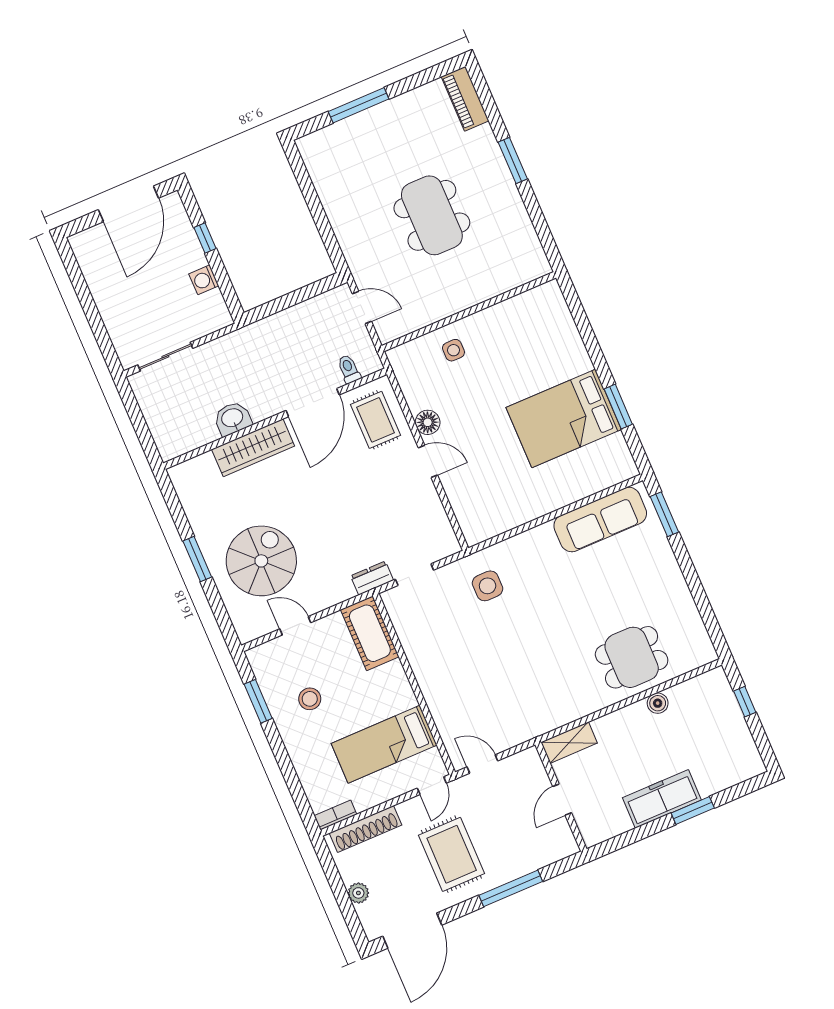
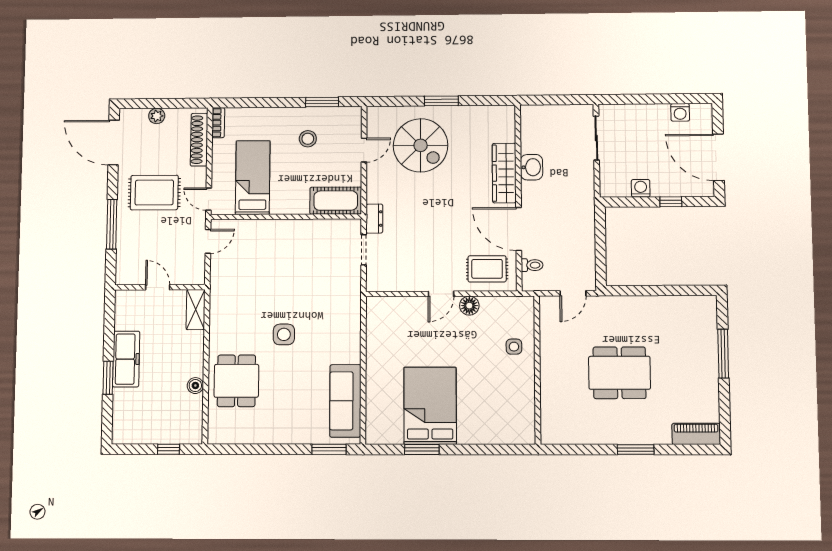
washing machine: (93, 271) -> (680, 112), added
side table: (488, 586) -> (284, 334), moved

